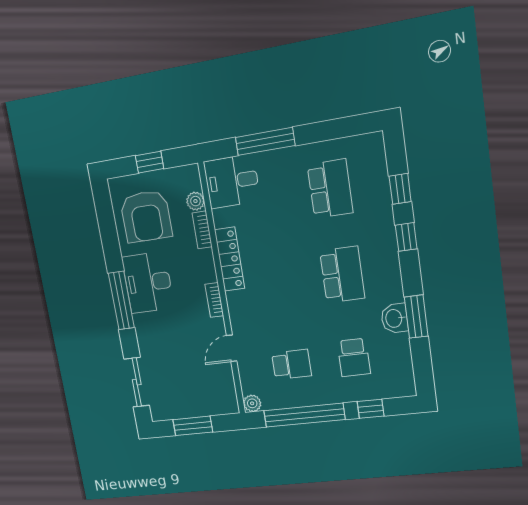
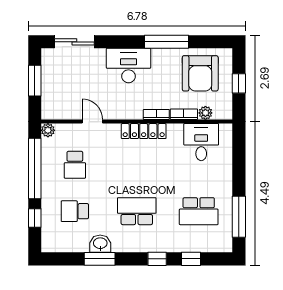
window: (265, 141) -> (239, 217), moved
desk: (232, 181) -> (201, 142), moved
armchair: (146, 216) -> (200, 73), turned -90
locker: (230, 259) -> (144, 131), moved
school desk: (342, 275) -> (137, 211), turned 180
desk: (148, 283) -> (129, 66), moved
bookcase: (214, 300) -> (156, 114), moved
window: (121, 301) -> (166, 42), moved

